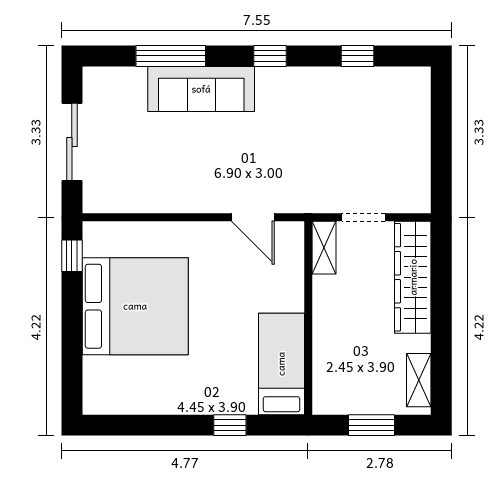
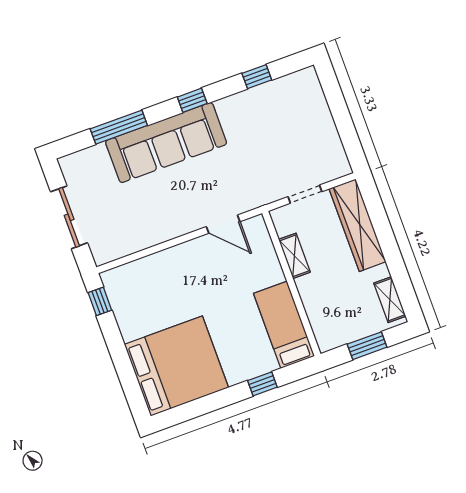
sofa: (201, 89) -> (166, 143), width x1.36, depth x1.27
shelving: (324, 248) -> (294, 256), moved
bed: (135, 306) -> (176, 366), moved

